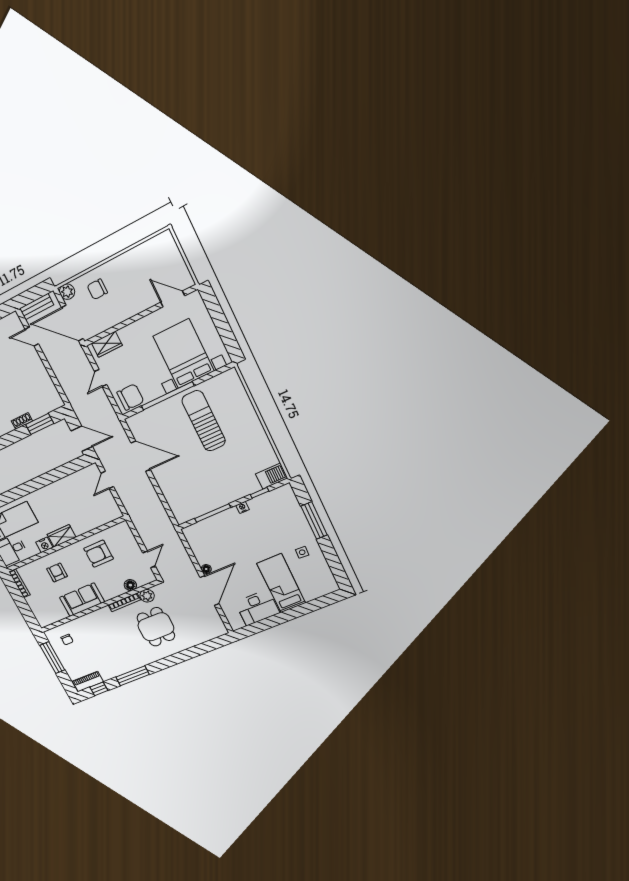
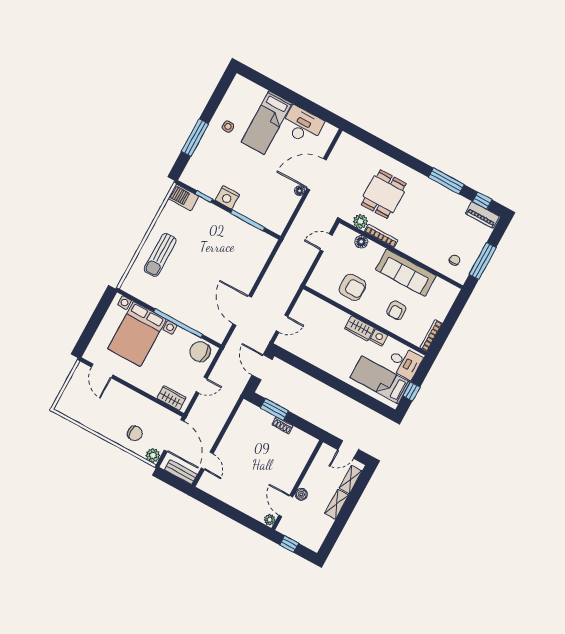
sun lounger: (204, 421) -> (160, 255), moved, width x0.73, depth x0.75
nightstand: (242, 507) -> (227, 197), width x1.89, depth x1.79
sofa: (82, 600) -> (406, 273), width x1.36

